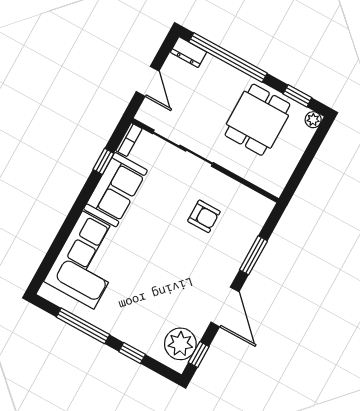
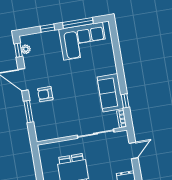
door: (148, 81) -> (133, 150), swing flipped
armchair: (204, 216) -> (45, 94), moved
corner sofa: (88, 260) -> (83, 41), moved, turned -90
plant: (180, 344) -> (26, 49), width x0.53, depth x0.53

